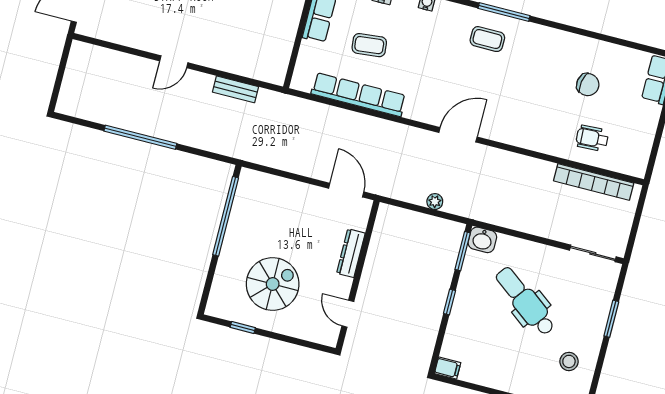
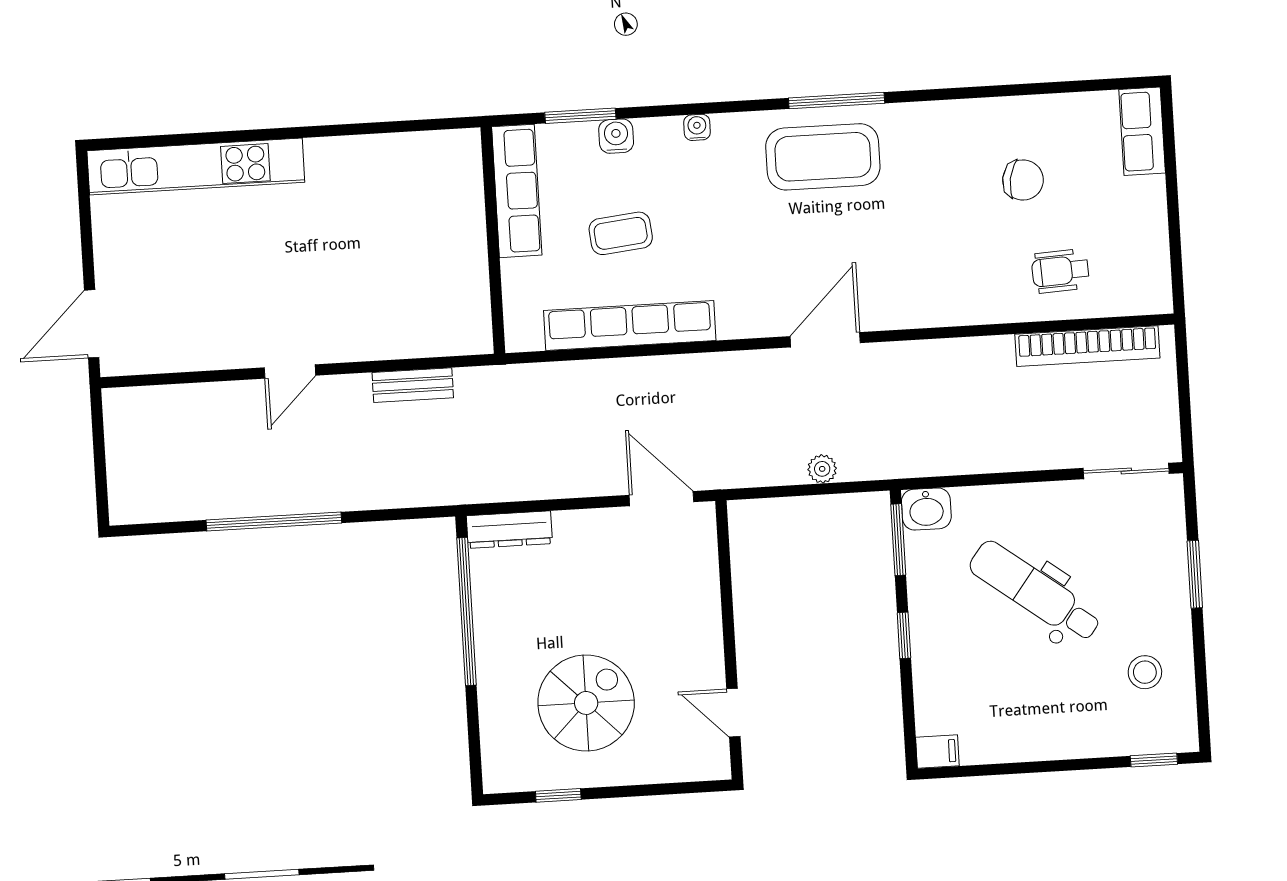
coffee table: (487, 39) -> (823, 157), width x1.86, depth x1.72
dresser: (351, 253) -> (509, 530), moved, turned -90

